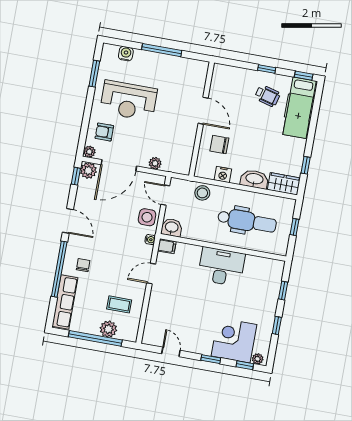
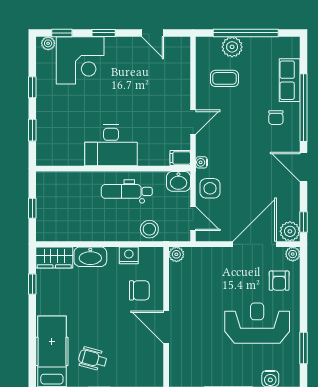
armchair: (104, 132) -> (279, 281), turned 90
plant: (155, 163) -> (176, 254), moved
dental chair: (247, 221) -> (127, 191), moved, width x0.73, depth x0.72
row of seats: (65, 302) -> (290, 80), width x0.68

